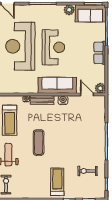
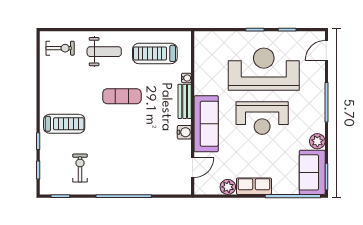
plant: (100, 88) -> (228, 187), moved

